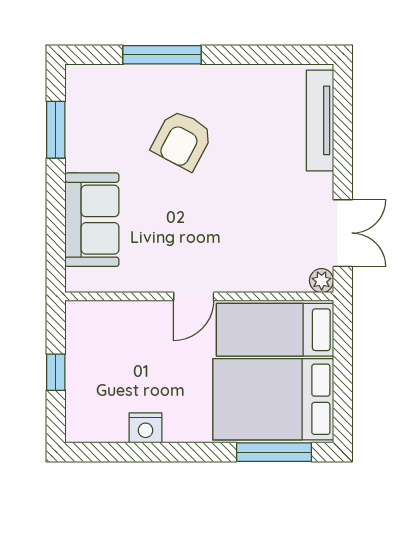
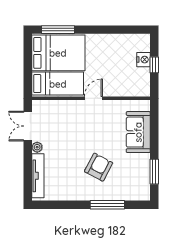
plant: (322, 281) -> (37, 147), moved
nightstand: (146, 428) -> (144, 60), moved, turned 90

